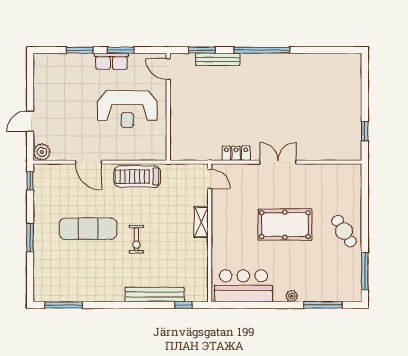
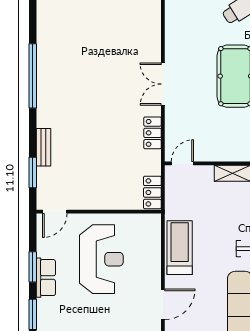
window: (262, 50) -> (33, 76), moved
bench: (218, 59) -> (44, 147), width x0.73
locker: (185, 153) -> (152, 192), added
treadmill: (137, 177) -> (180, 248), turned 180

